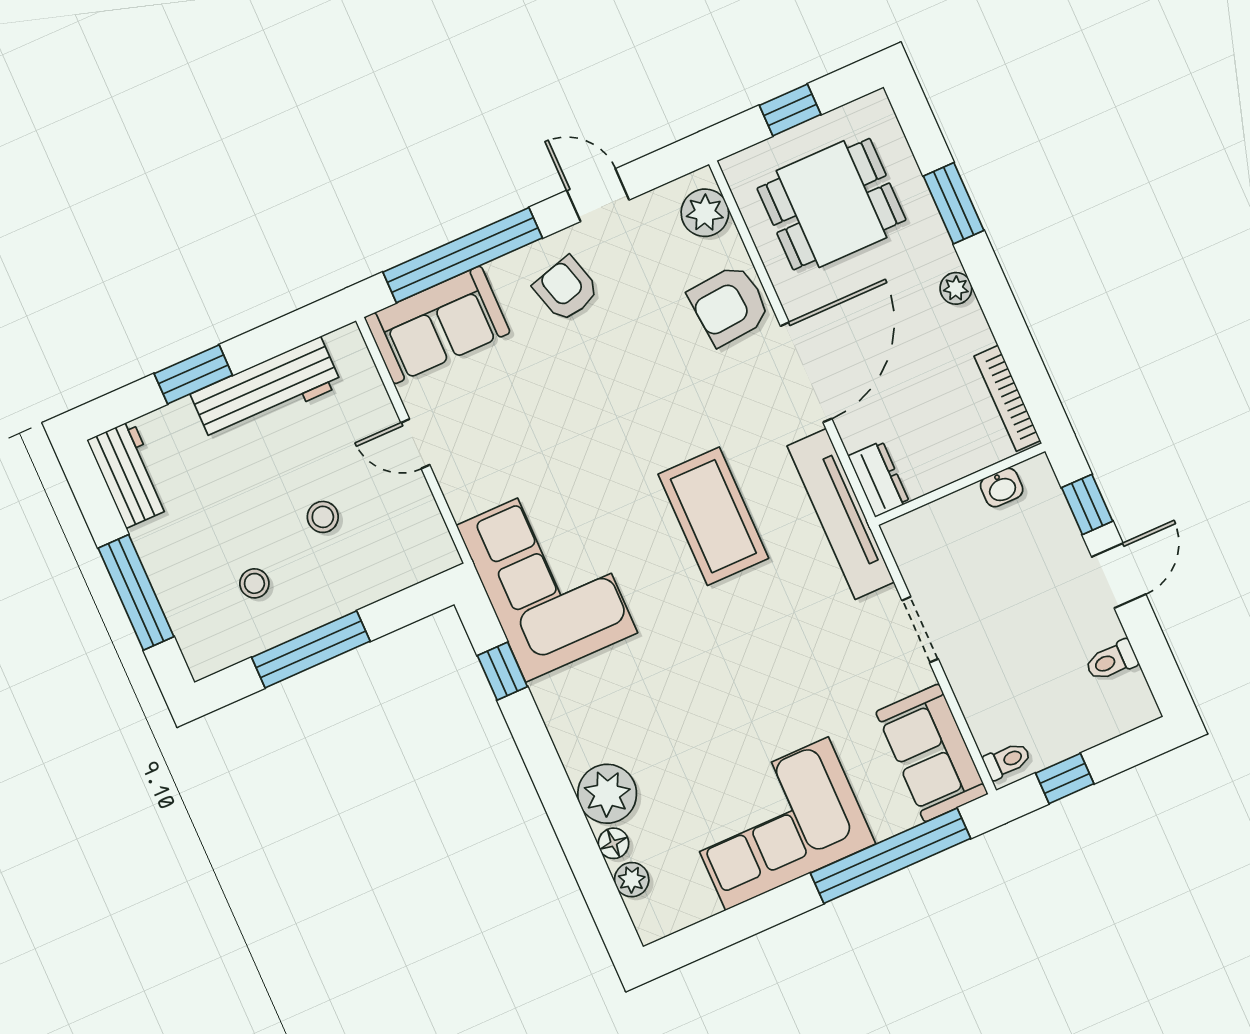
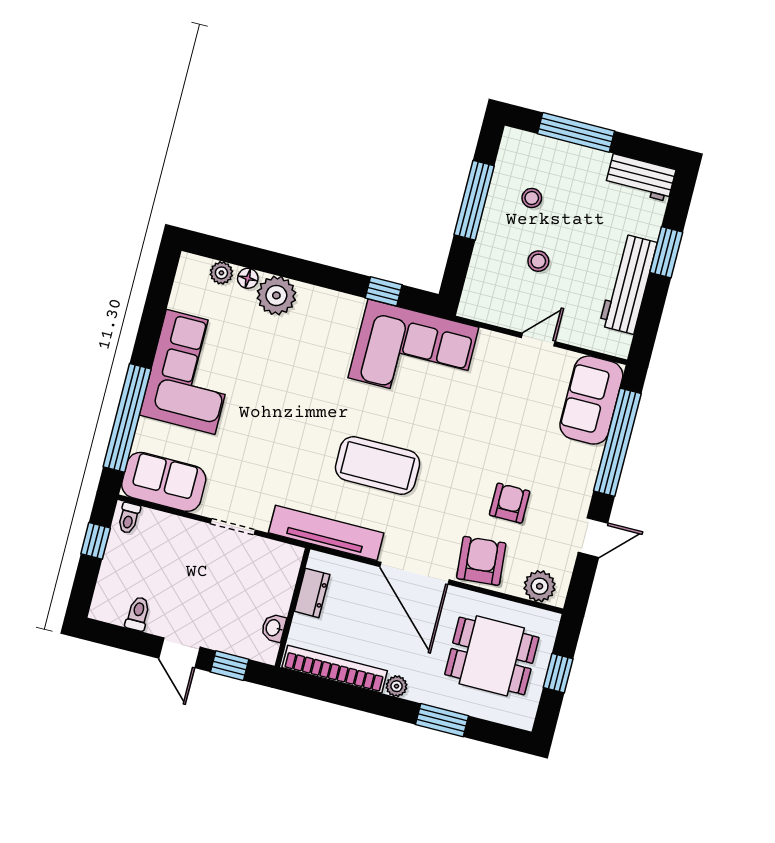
dining table: (832, 204) -> (492, 656), turned 90
armchair: (566, 289) -> (510, 503), moved, turned -74
bookcase: (1007, 398) -> (335, 669), width x1.48, depth x1.31
dresser: (879, 479) -> (312, 593), moved, turned -90

